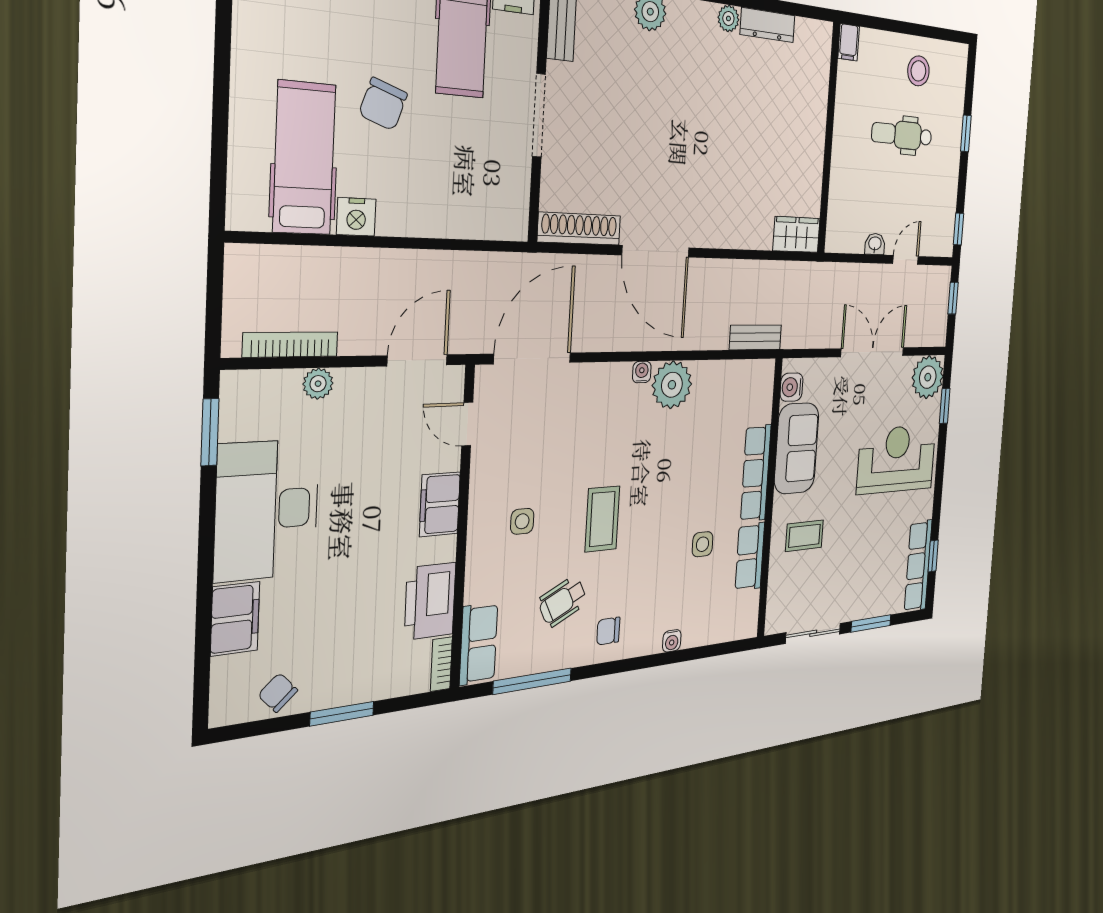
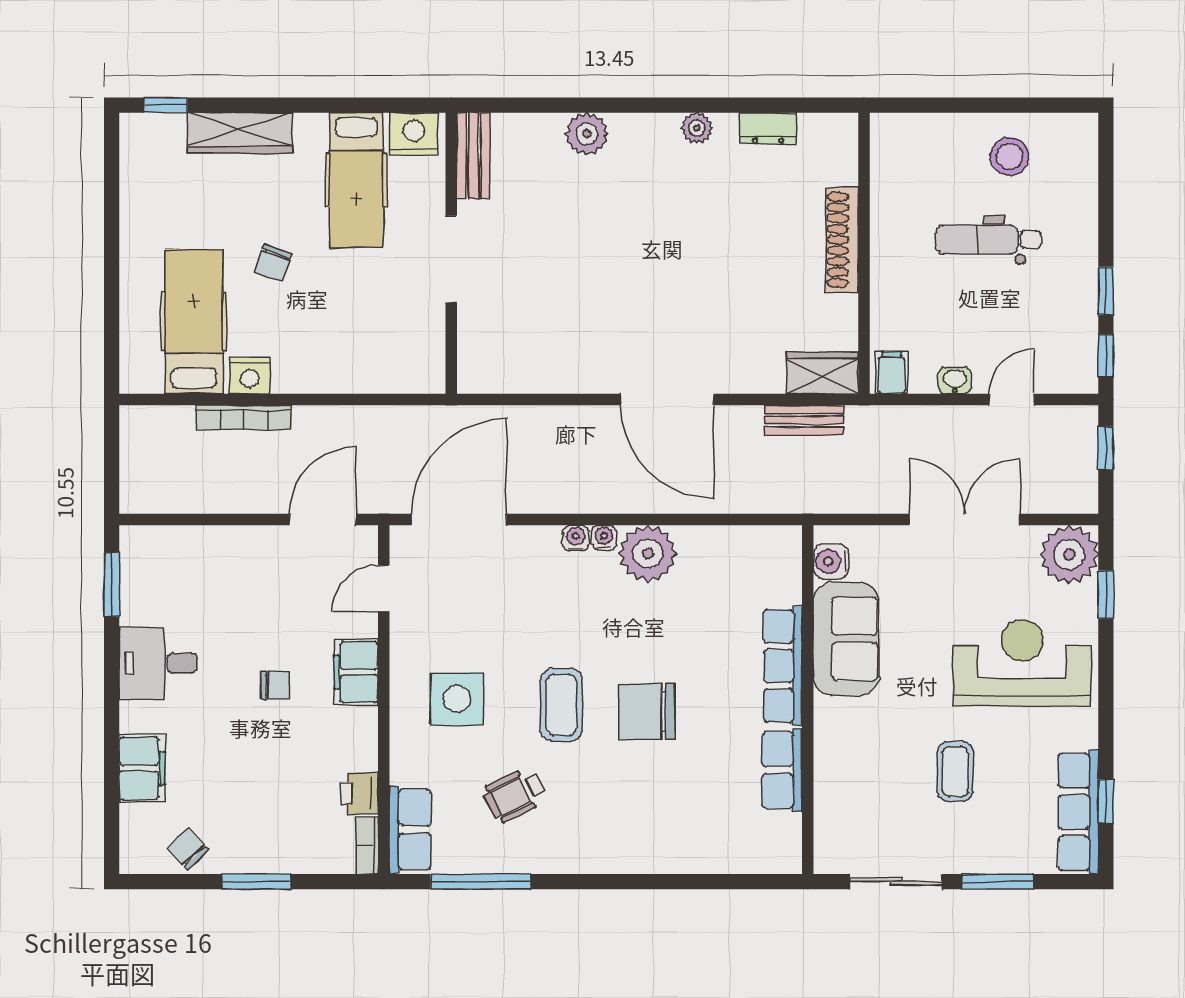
dresser: (768, 25) -> (768, 128), width x0.70
filing cabinet: (849, 42) -> (892, 373), moved, turned 180
chair: (383, 104) -> (273, 263), width x0.73, depth x0.73
window: (966, 133) -> (1106, 291), moved
shoe rack: (579, 229) -> (842, 240), moved, turned -90
door: (656, 251) -> (667, 400), moved
bench: (755, 337) -> (804, 420), moved
bookcase: (291, 344) -> (244, 417), moved, turned 180
plant: (318, 384) -> (217, 541), removed
door: (467, 424) -> (384, 588), hinge flipped
desk: (267, 510) -> (158, 663), width x0.53, depth x0.77
side table: (522, 521) -> (457, 699), width x1.87, depth x1.87
chair: (367, 523) -> (275, 685), added
coffee table: (804, 536) -> (955, 771), moved, turned 90
side table: (703, 544) -> (707, 748), removed
printer: (430, 601) -> (359, 793), width x0.53, depth x0.68
chair: (608, 631) -> (647, 712), moved, width x1.87, depth x1.87
water cooler: (672, 641) -> (576, 538), moved, turned 180

